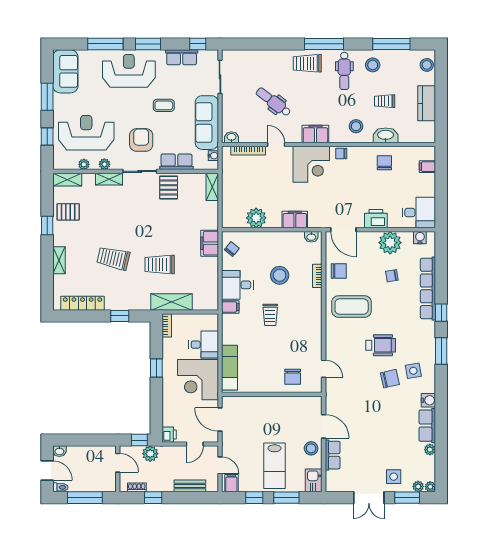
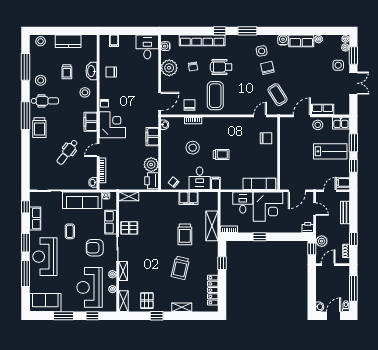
printer: (376, 219) -> (152, 181), moved
filing cabinet: (210, 243) -> (189, 198), moved
wheelchair: (381, 345) -> (221, 67), moved, turned -90
coffee table: (353, 393) -> (278, 95), added

